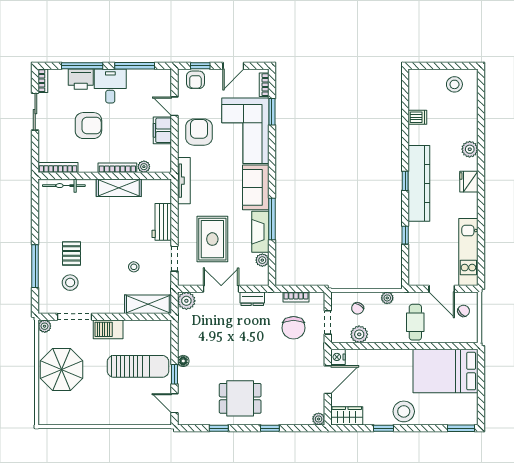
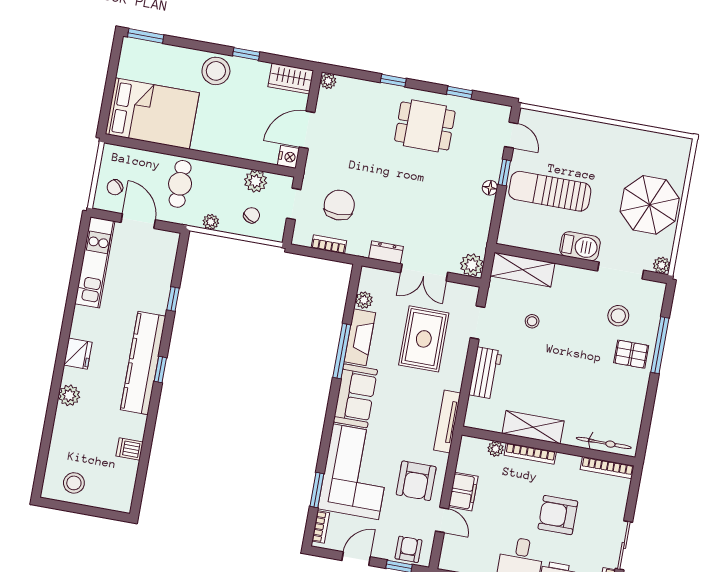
pallet: (71, 253) -> (631, 354), moved, turned 90

